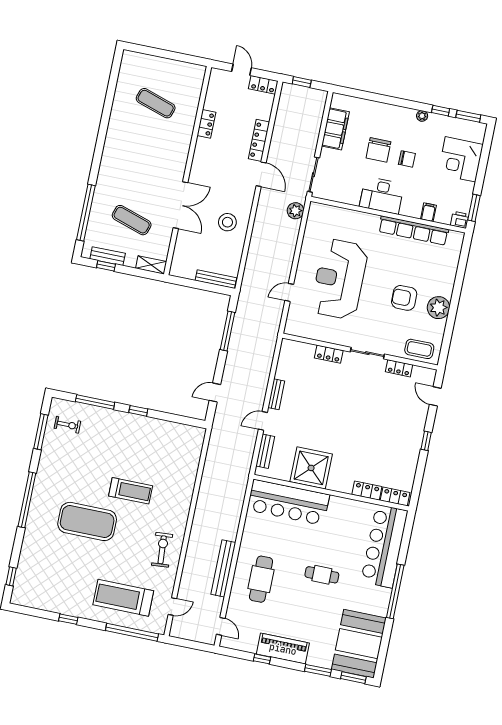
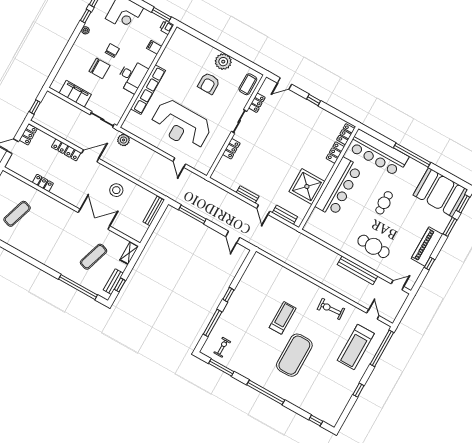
row of seats: (414, 230) -> (148, 90), moved
bar counter: (288, 502) -> (339, 187), moved

